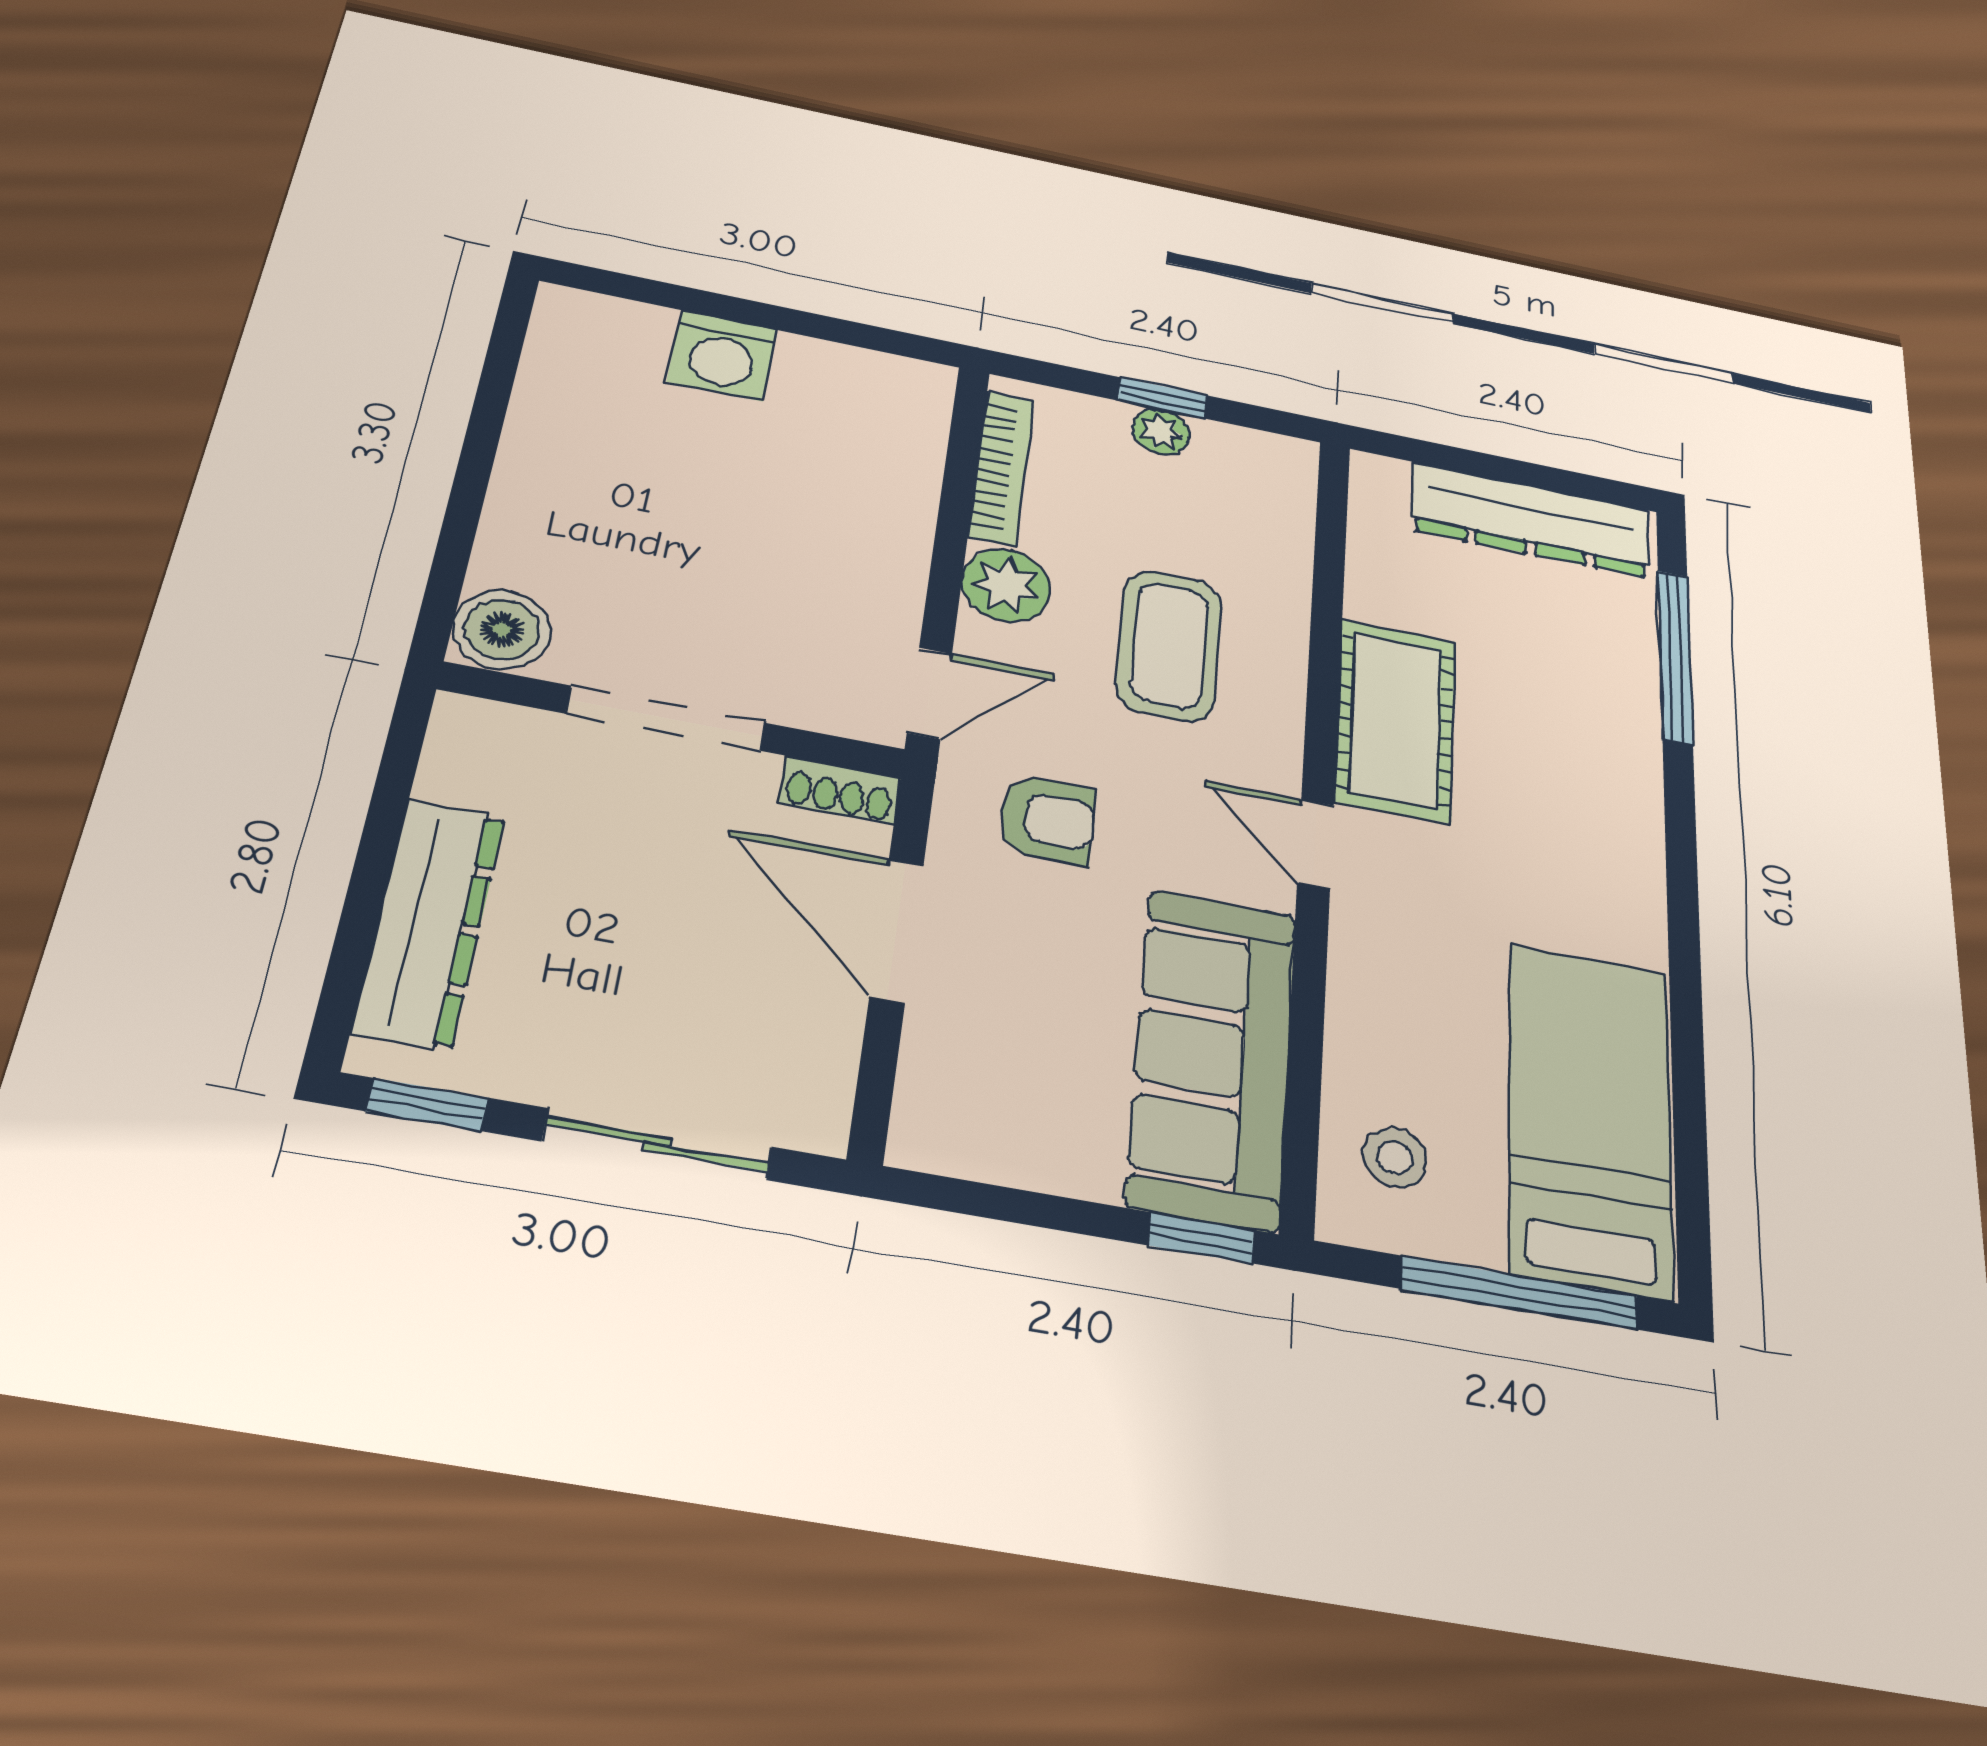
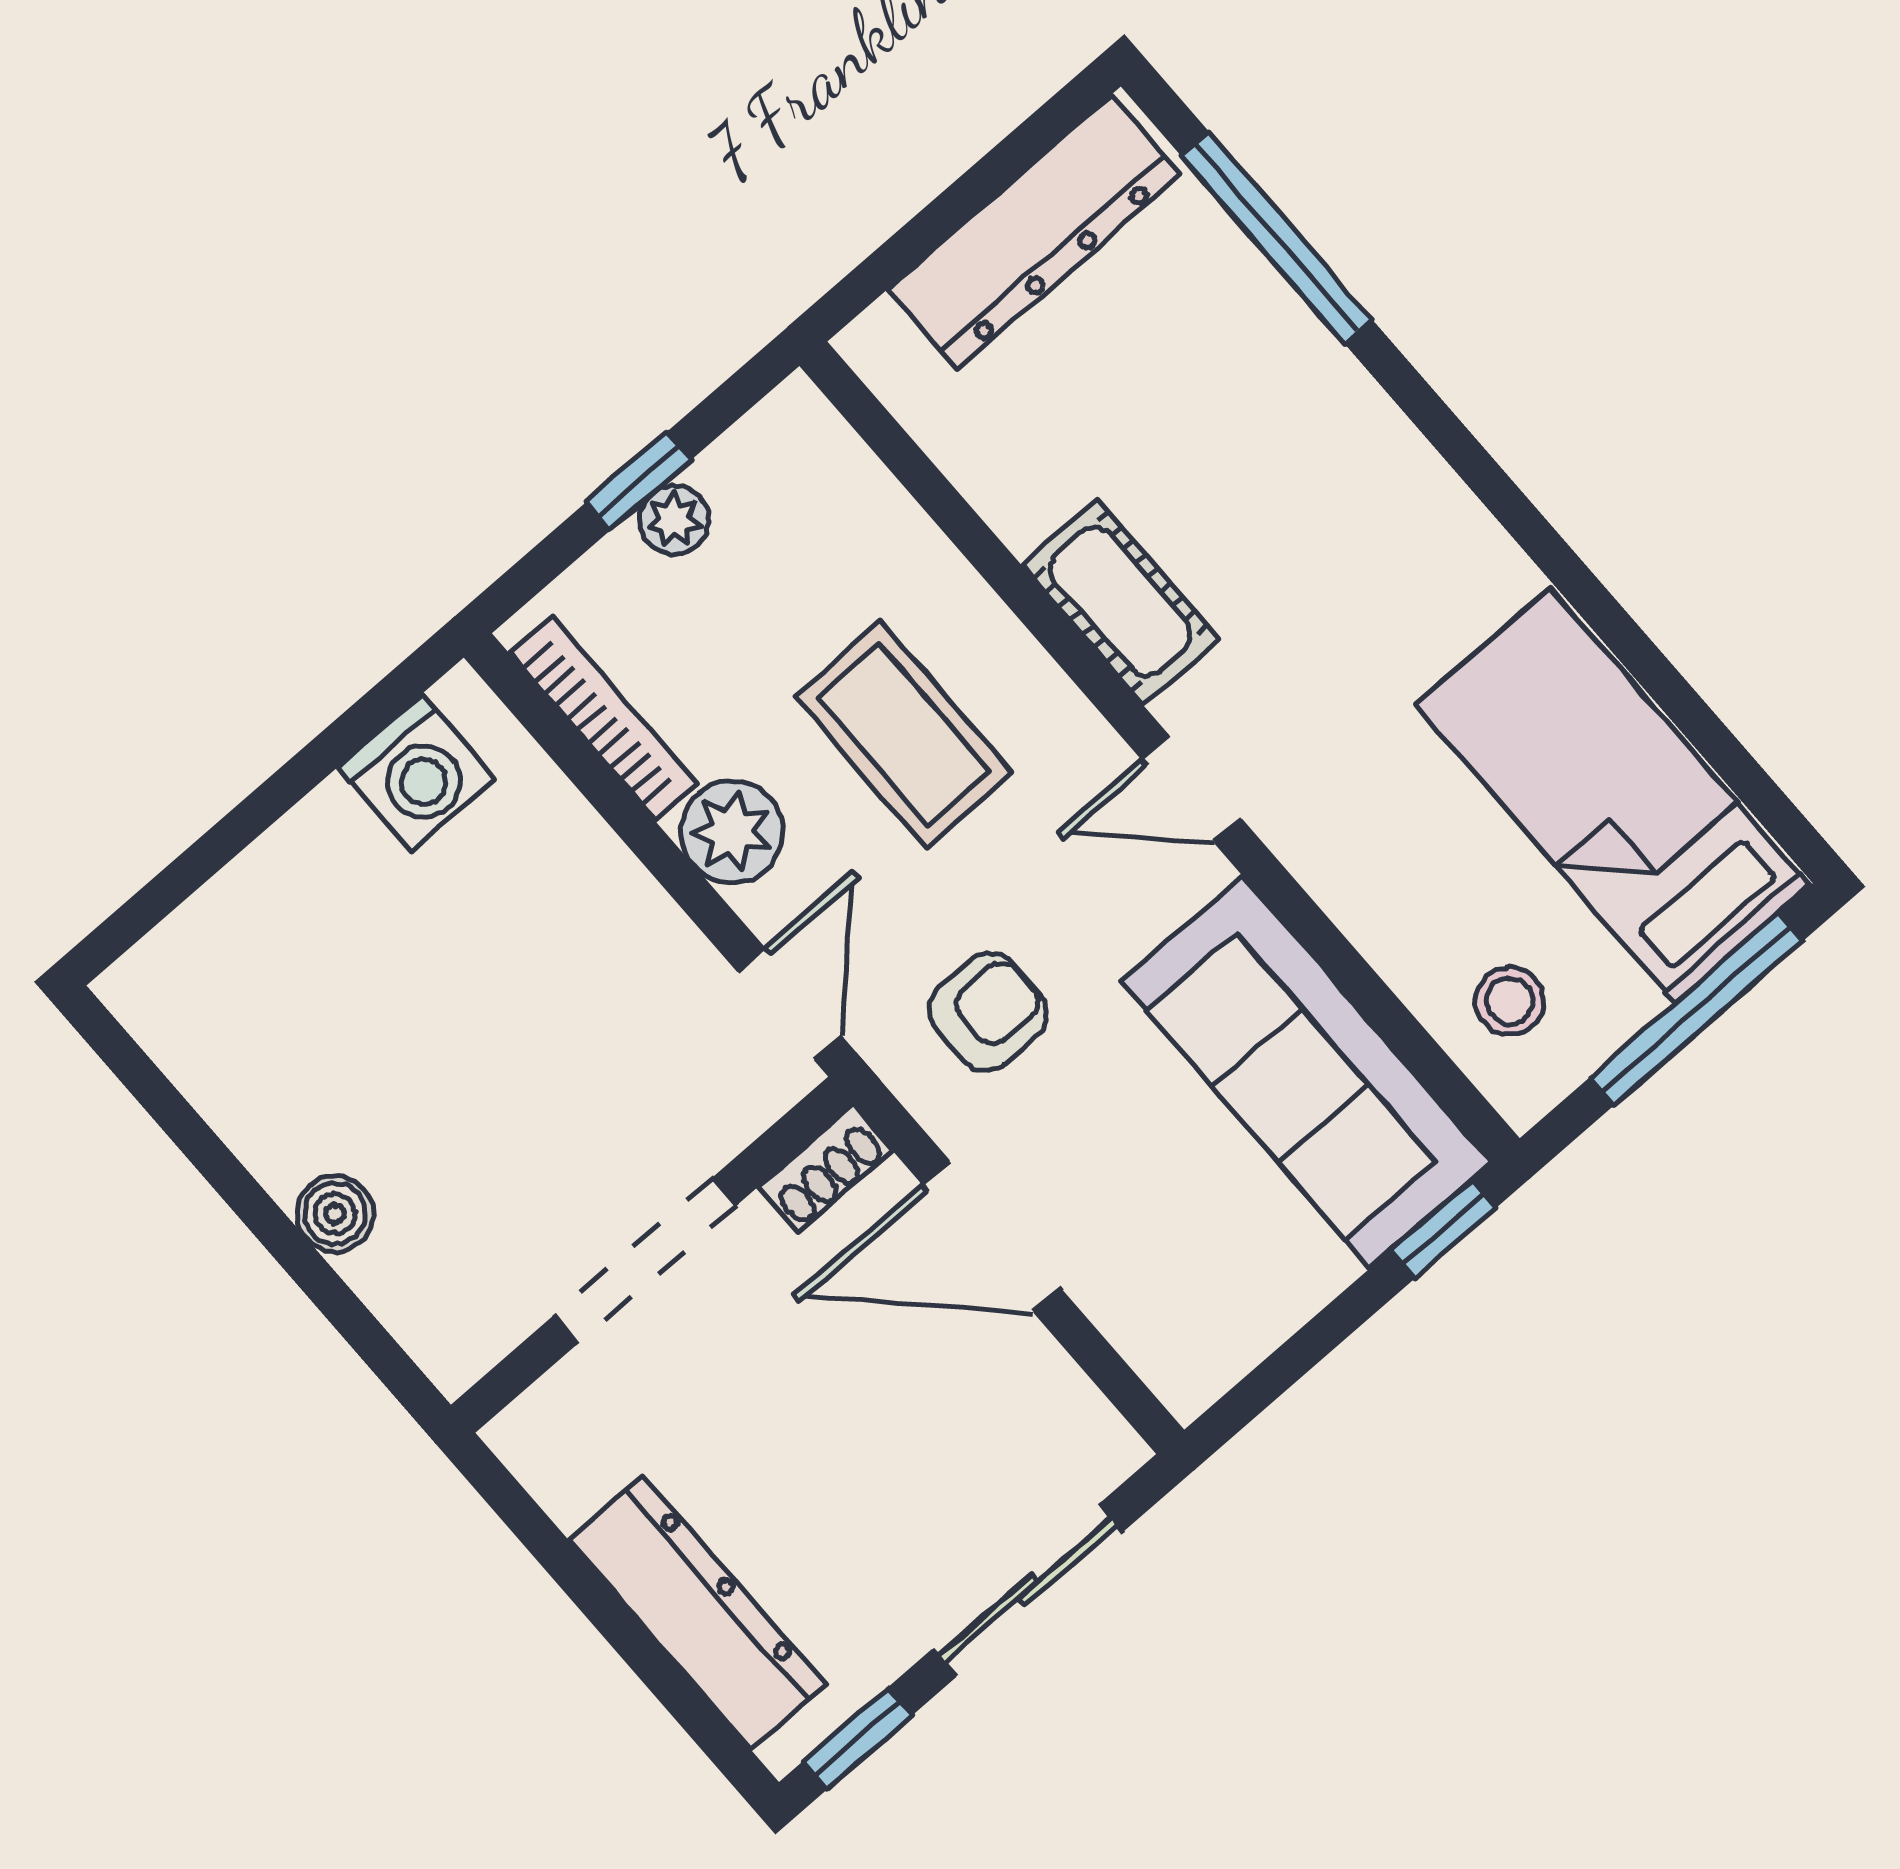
washing machine: (722, 356) -> (416, 773), moved
boiler: (502, 629) -> (335, 1214), moved, width x0.73, depth x0.73
cot: (1396, 720) -> (1120, 602), width x0.73, depth x0.75

